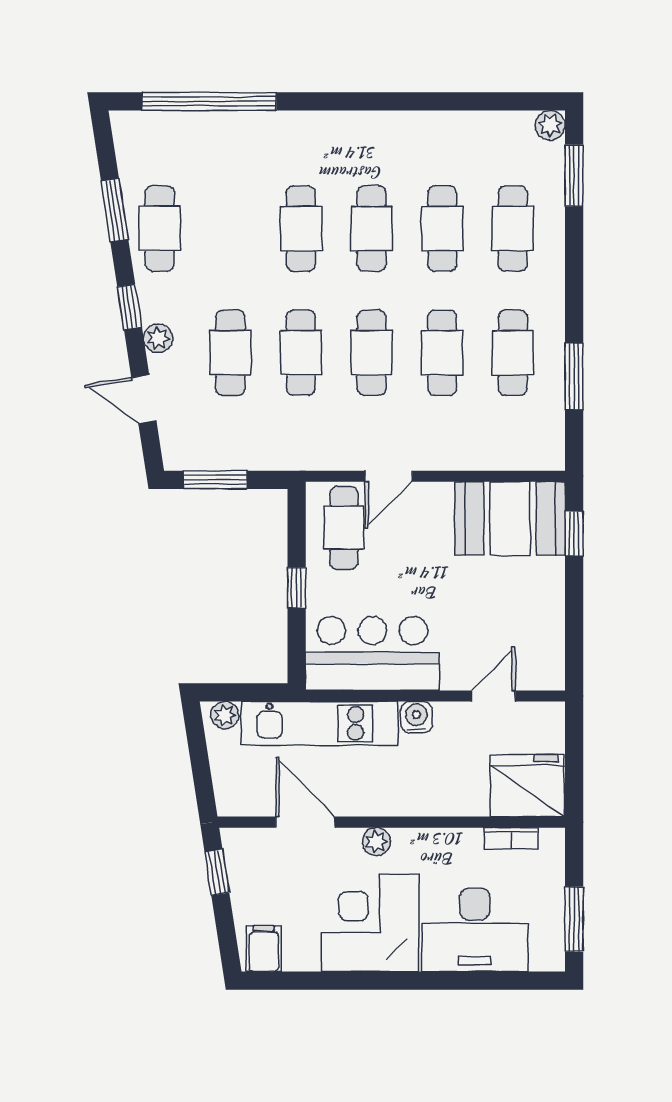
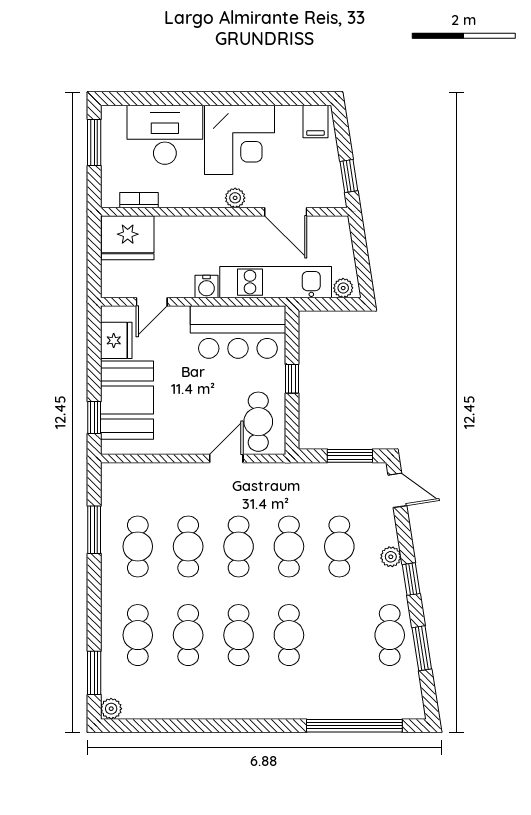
door: (144, 399) -> (397, 490), moved
booth: (510, 519) -> (127, 400), moved, turned 90
fridge: (543, 642) -> (116, 340), added

